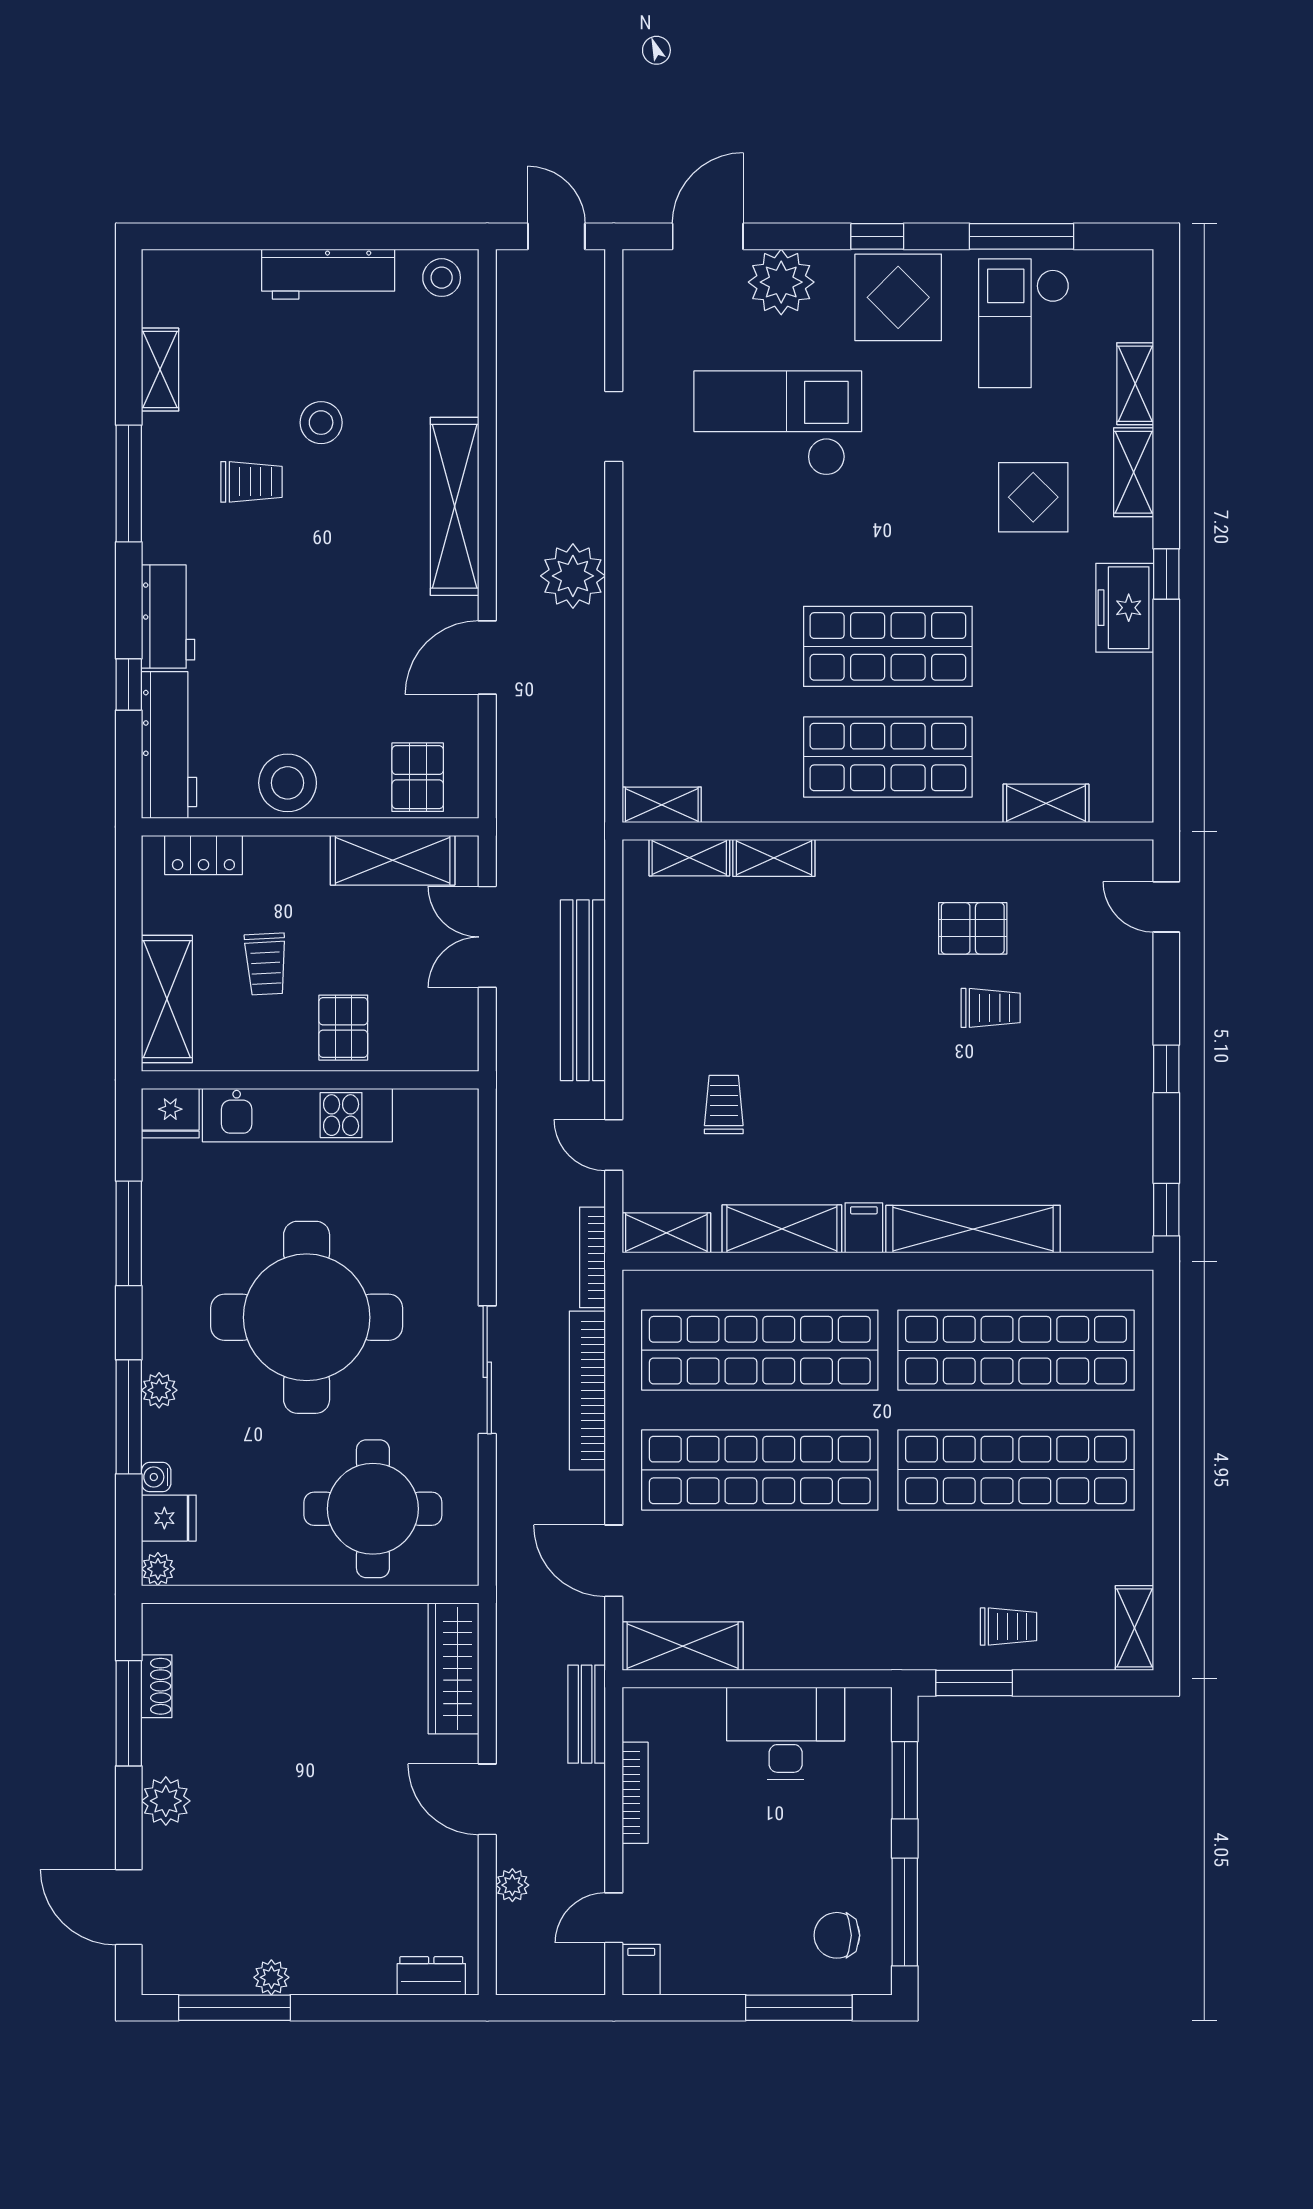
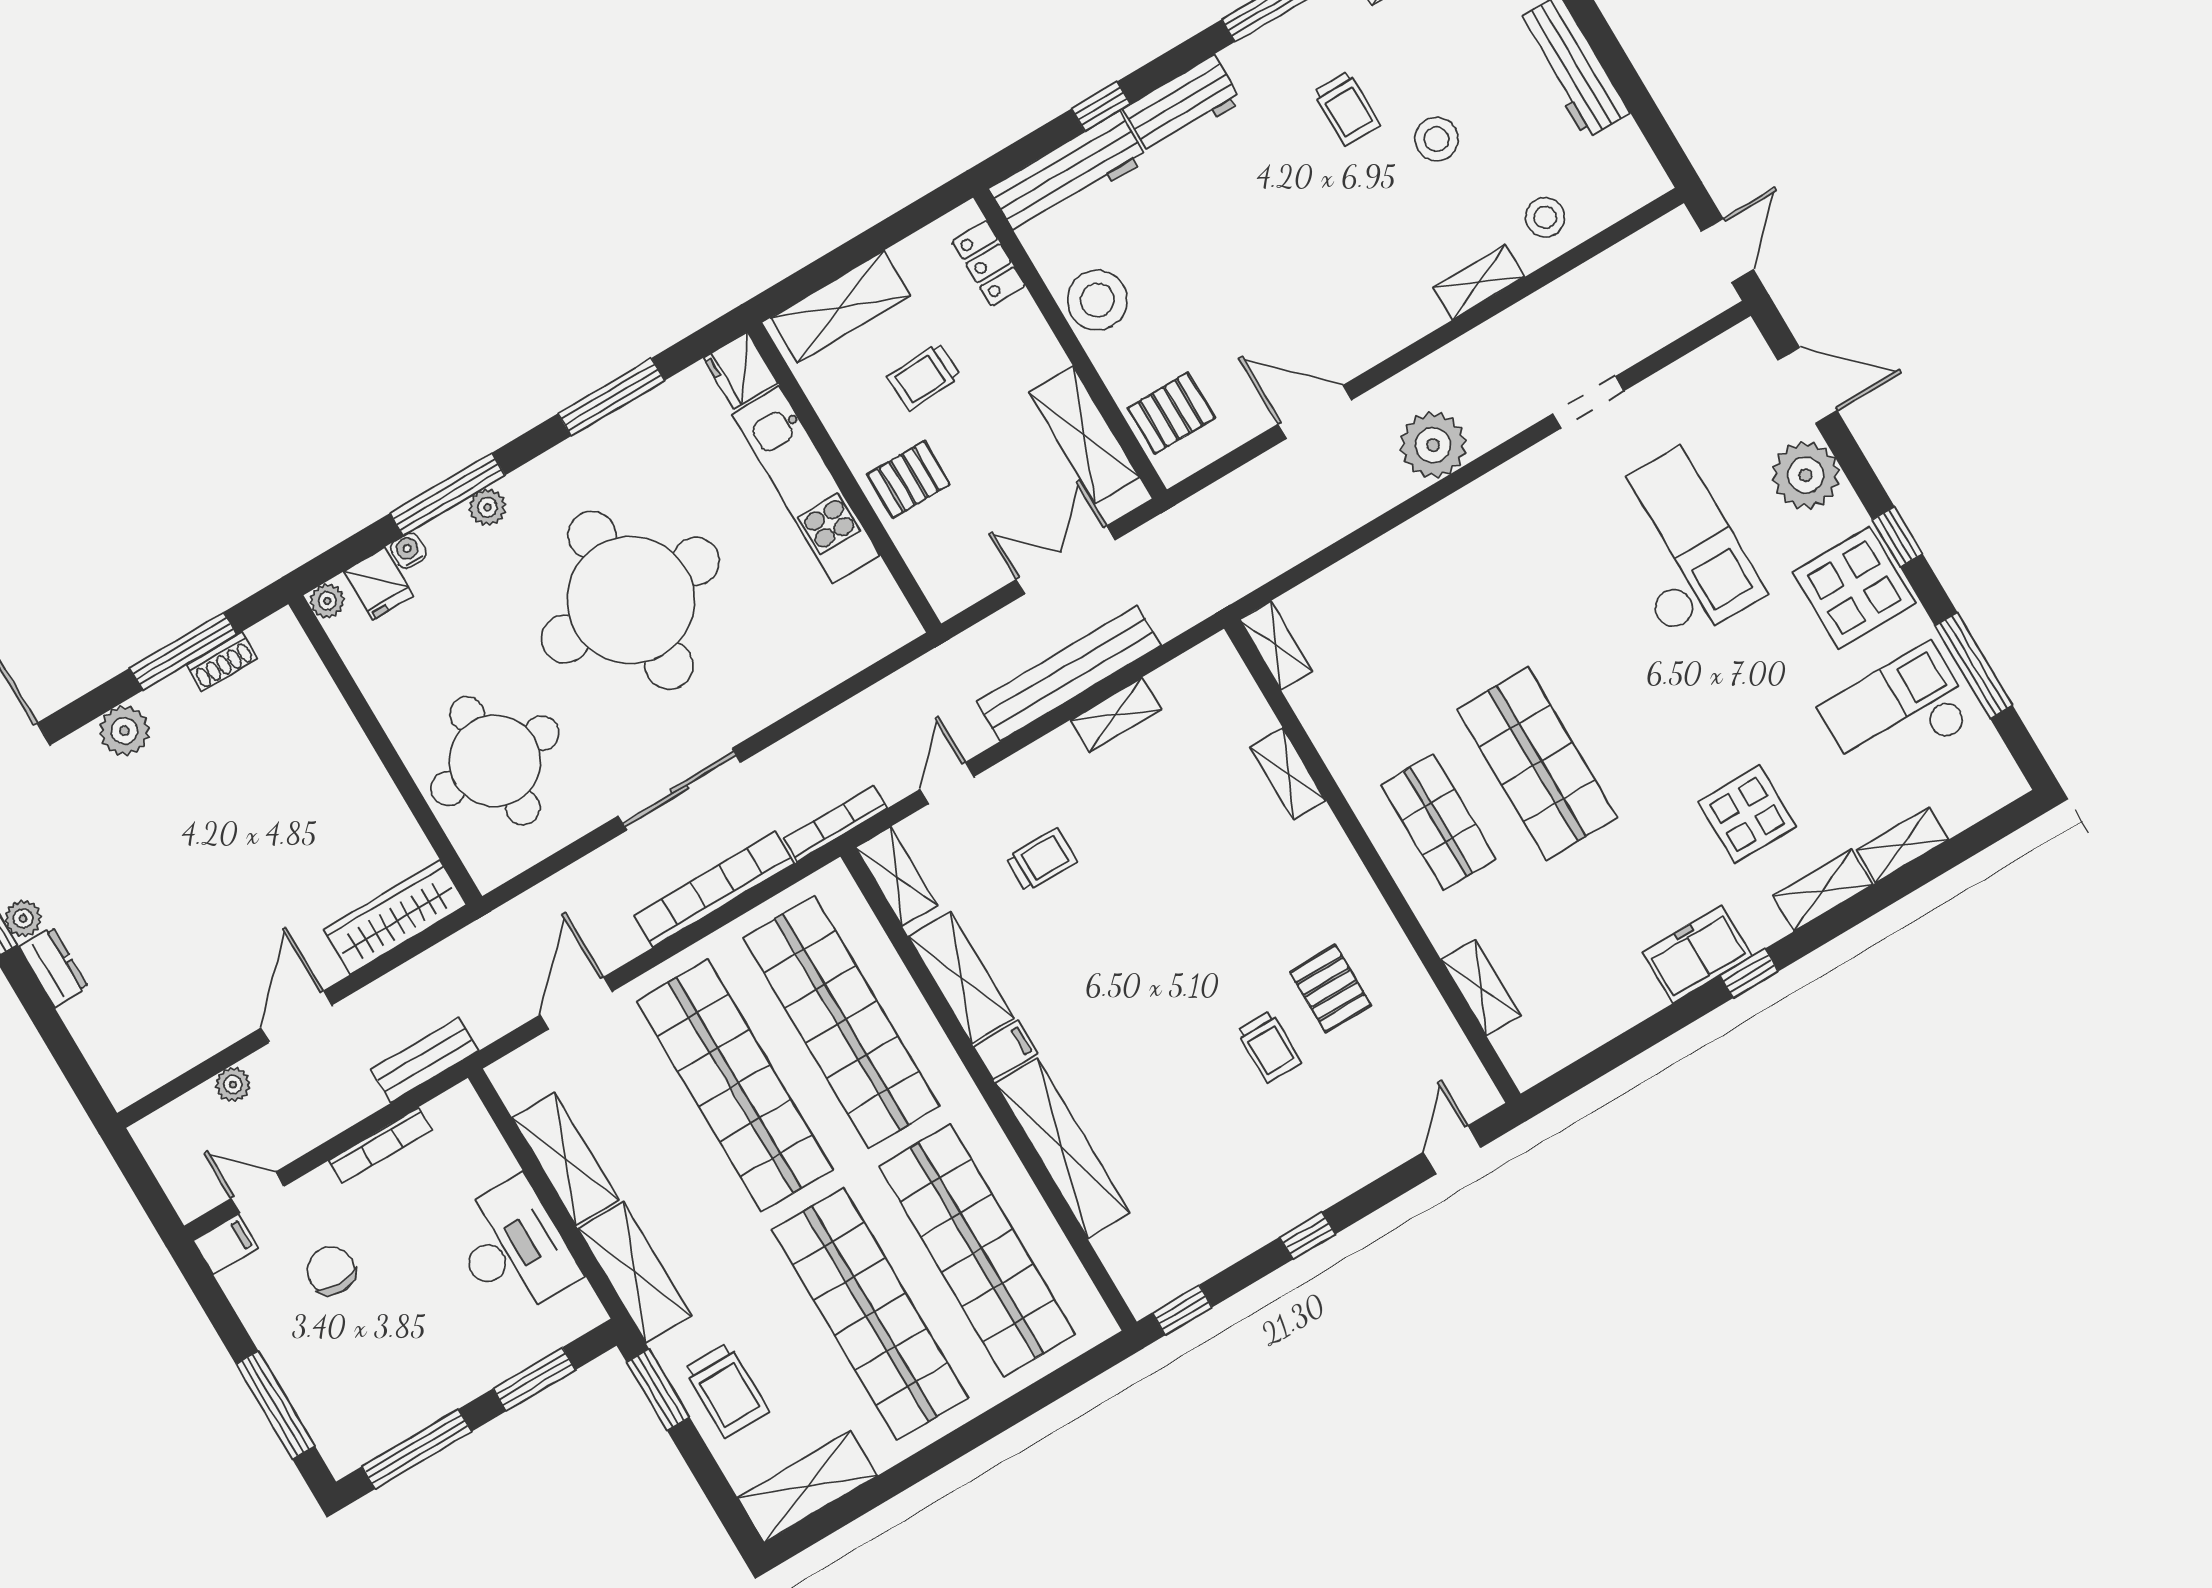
stool: (442, 278) -> (1545, 217), moved
shelving: (455, 506) -> (1479, 282), width x0.45, depth x0.75
shop shelf: (888, 757) -> (1438, 822), width x0.70, depth x0.74
shelving: (689, 858) -> (1116, 715), moved, turned 90
trolley: (1008, 1627) -> (726, 1390), width x1.36, depth x1.39
shelving: (1135, 1628) -> (808, 1487), width x1.50, depth x1.33
shelving: (866, 1645) -> (635, 1272), added
shelving: (683, 1646) -> (565, 1159), moved
chair: (837, 1935) -> (331, 1271), moved
dresser: (431, 1976) -> (54, 967), moved

